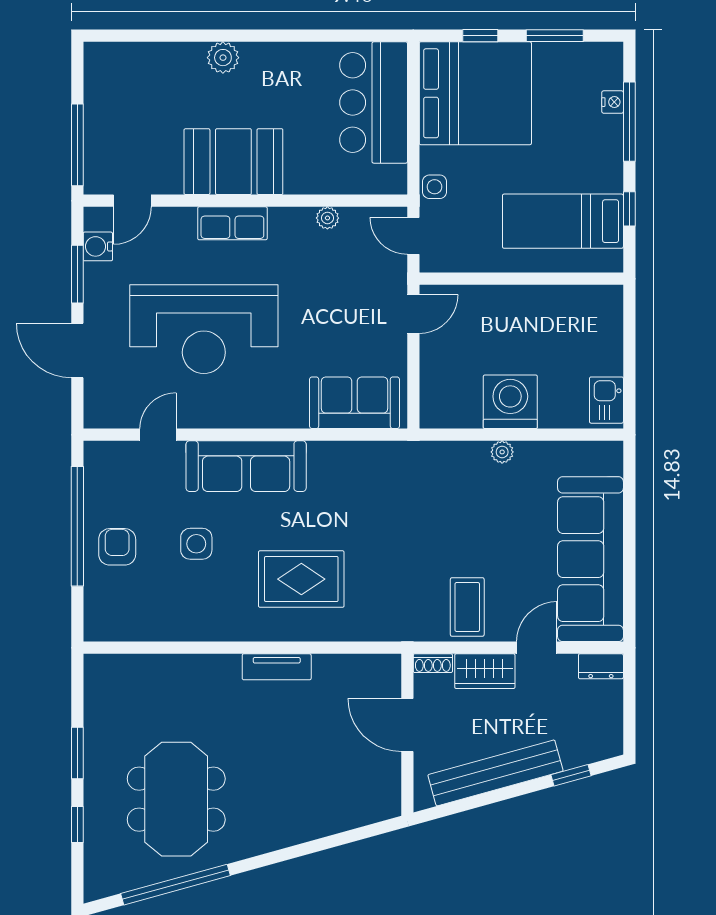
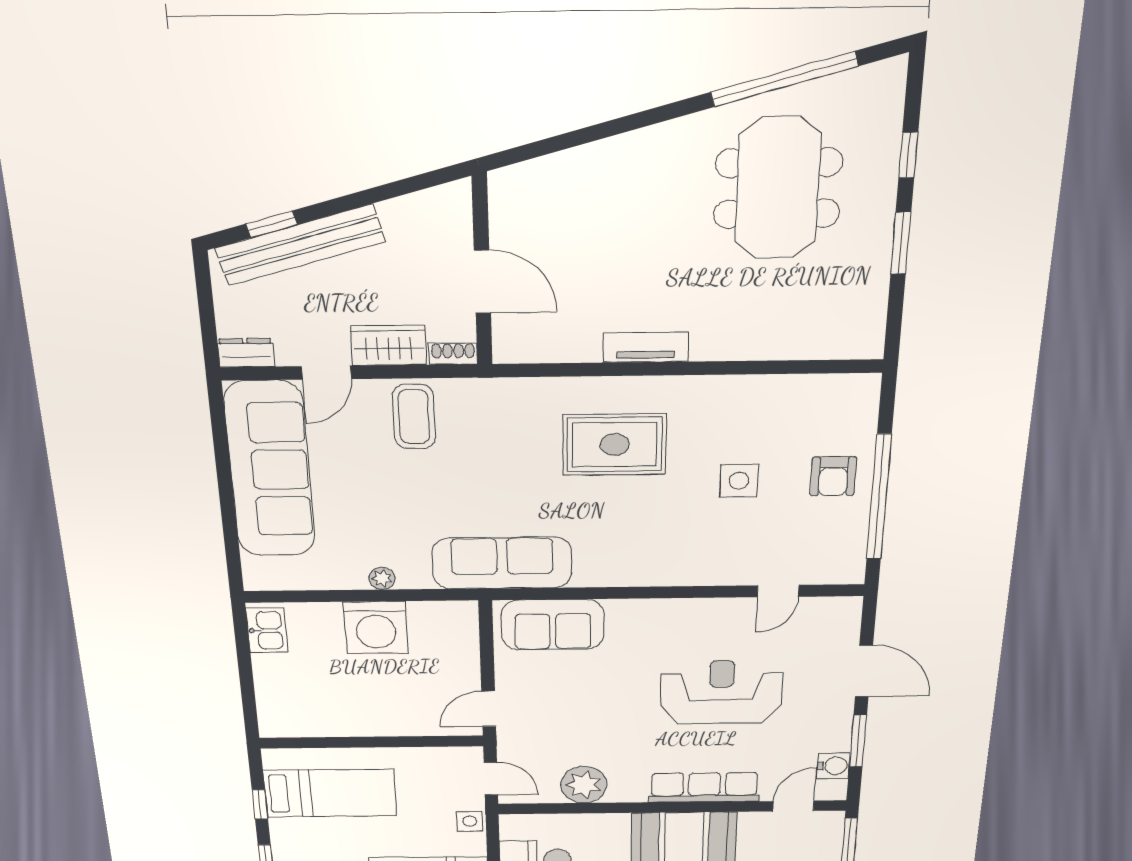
plant: (327, 218) -> (584, 785), width x1.87, depth x1.87
row of seats: (232, 223) -> (704, 787), width x1.48
reception desk: (204, 329) -> (721, 692), width x0.74, depth x0.77
sofa: (246, 466) -> (502, 563), moved
bench: (495, 773) -> (300, 245), moved

